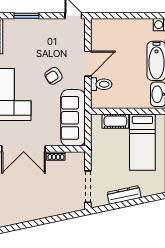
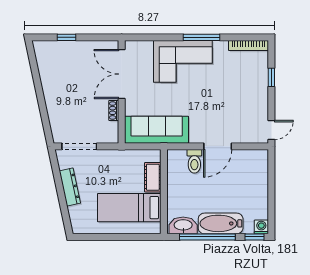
window: (27, 16) -> (271, 77), width x0.67
door: (88, 64) -> (218, 146), hinge flipped
armchair: (54, 76) -> (204, 108), removed

